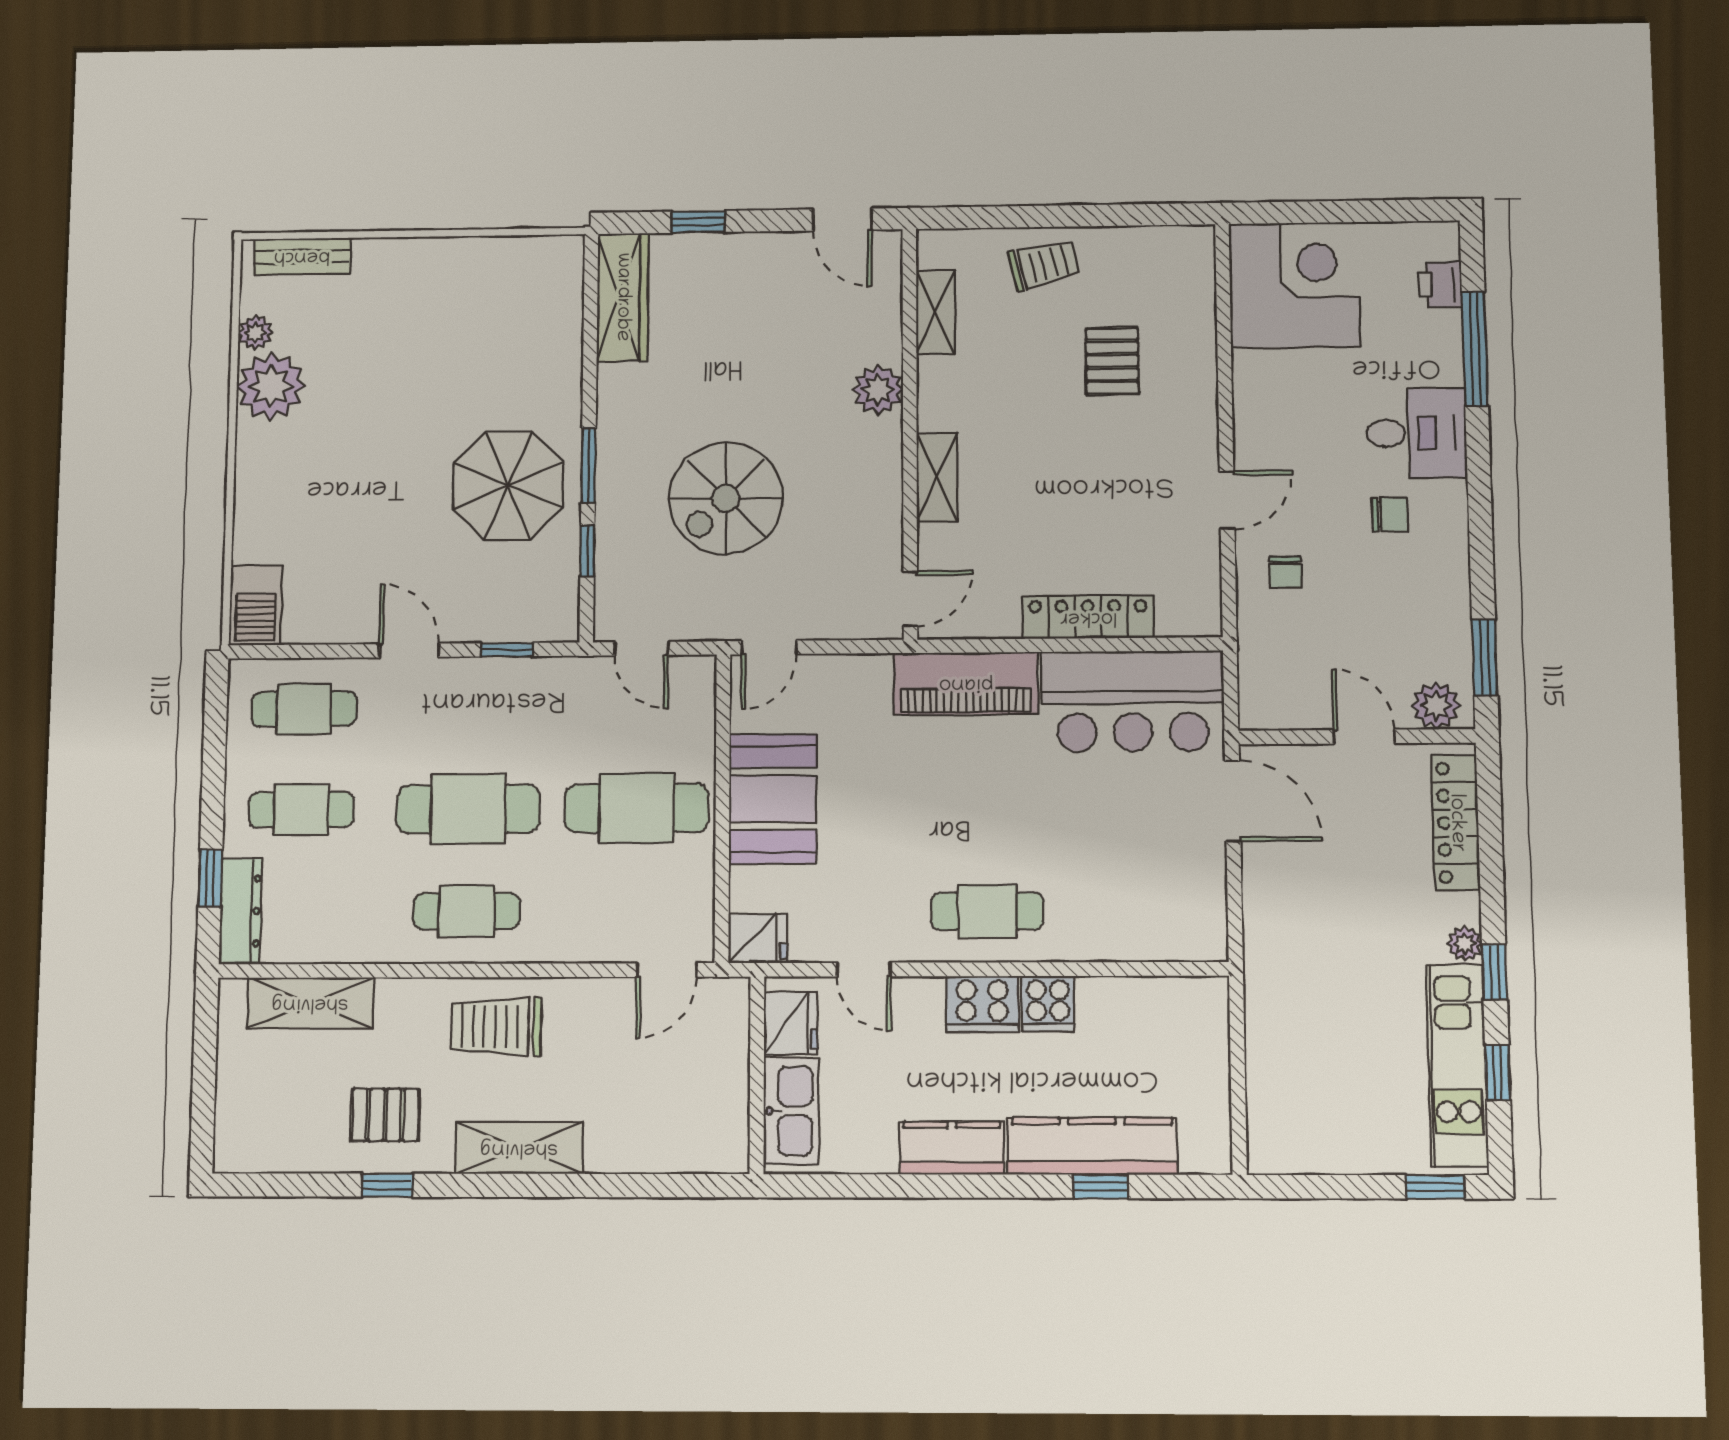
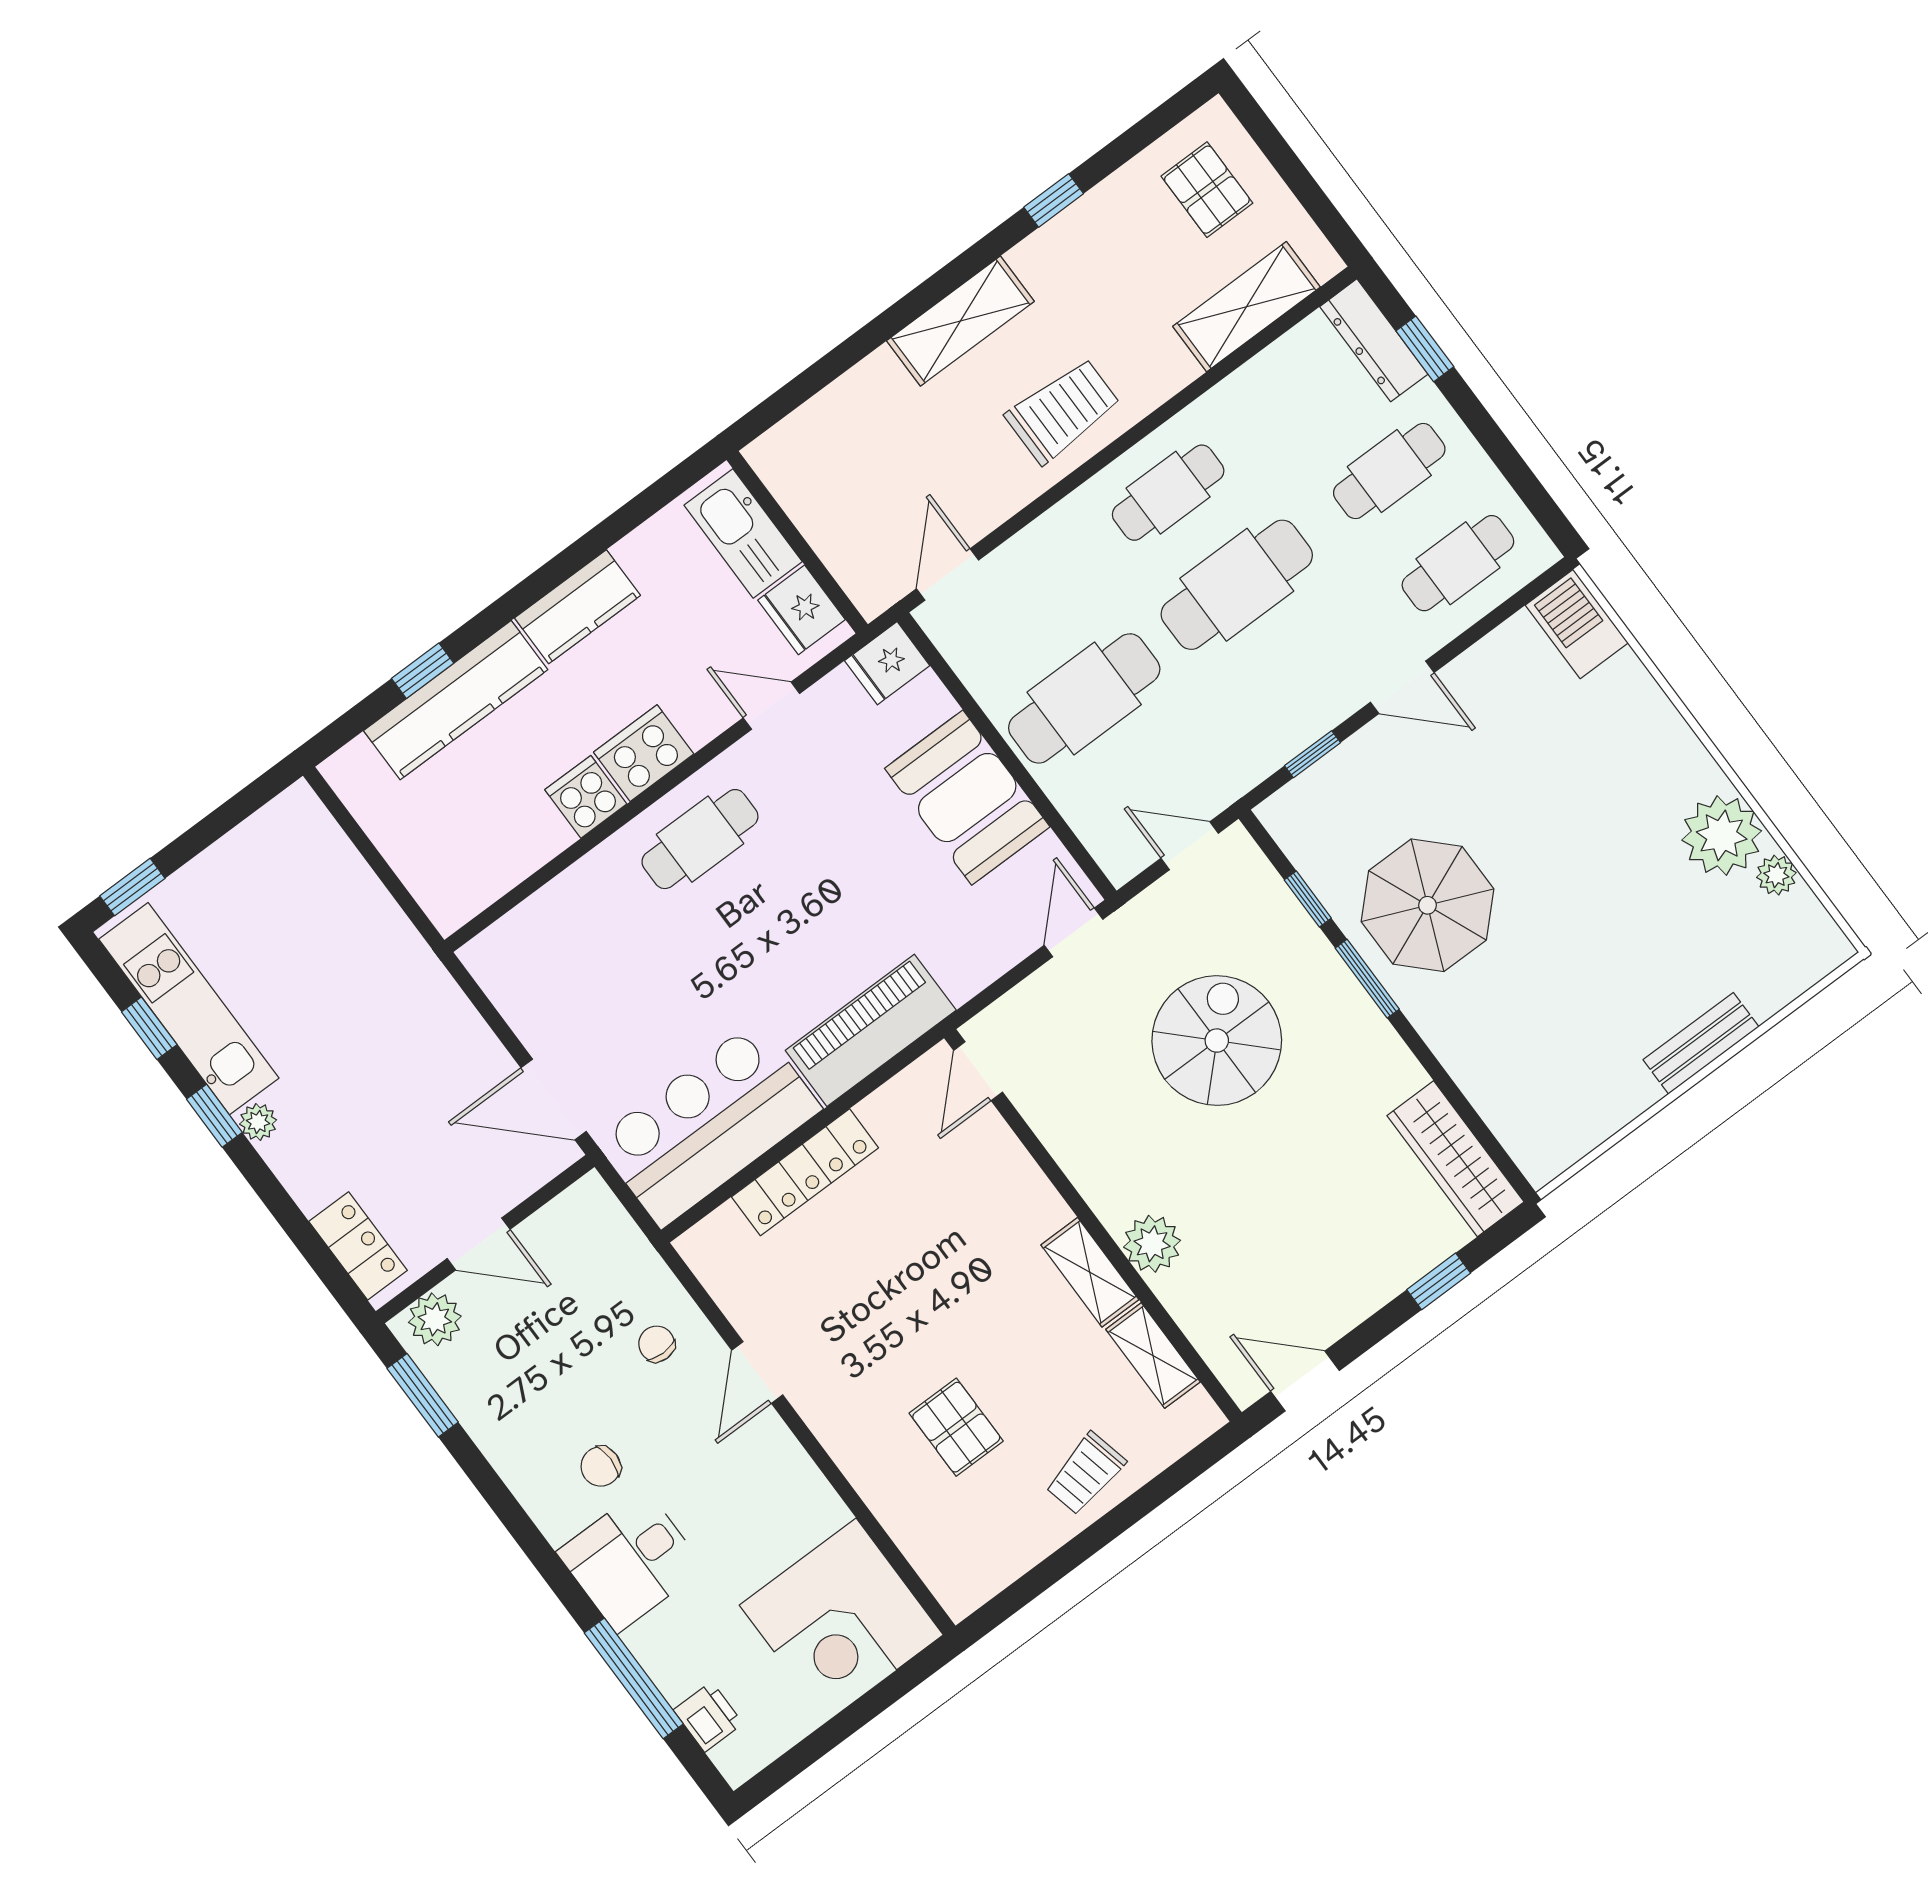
bench: (302, 256) -> (1701, 1043), moved
shelving: (937, 477) -> (1090, 1272), moved
locker: (1456, 823) -> (358, 1246), width x0.66
pallet: (385, 1115) -> (1207, 190), moved, turned 90

